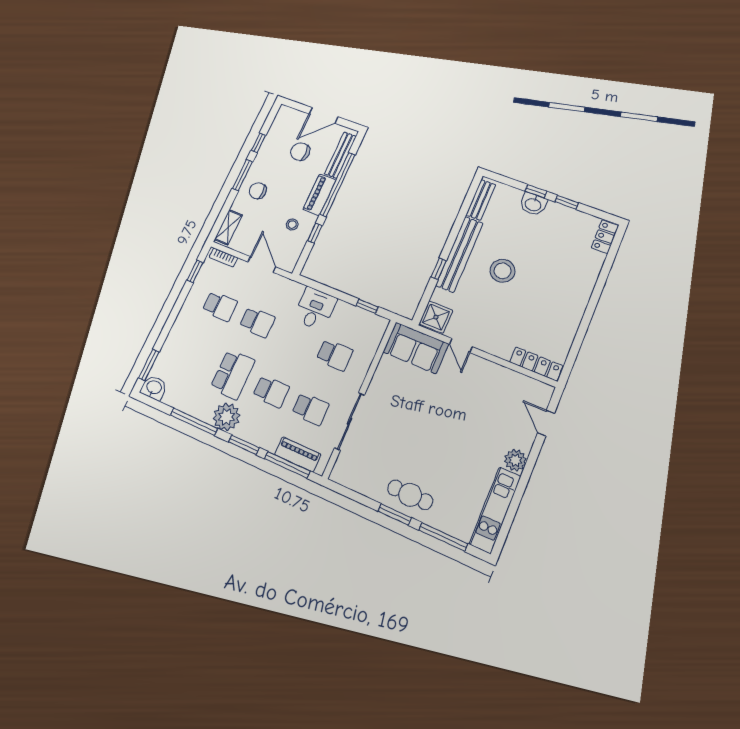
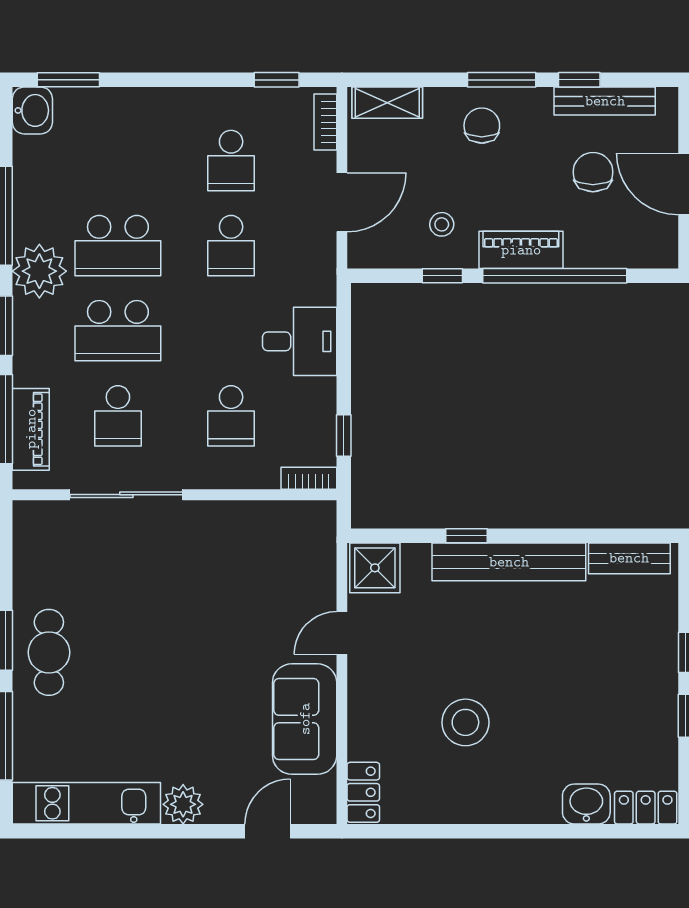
bench: (340, 155) -> (605, 101), moved
washbasin: (533, 204) -> (586, 804), moved, turned 90
stool: (503, 271) -> (465, 722), moved
bookcase: (380, 331) -> (309, 478), added
sofa: (416, 348) -> (305, 719), moved
locker: (536, 364) -> (363, 792), width x0.66
school desk: (271, 391) -> (118, 331), width x1.85

